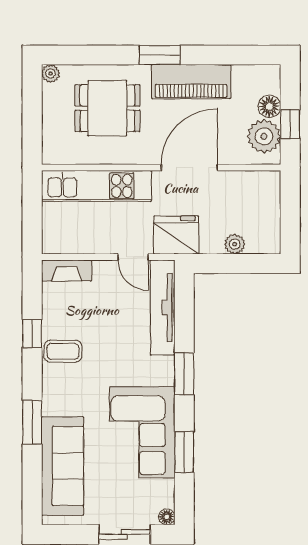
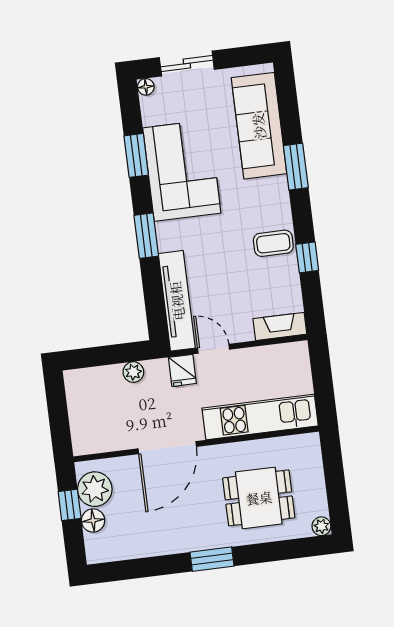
piano: (191, 82) -> (176, 536), removed
fridge: (176, 235) -> (182, 370), width x0.53, depth x0.75
plant: (235, 244) -> (133, 372), moved

